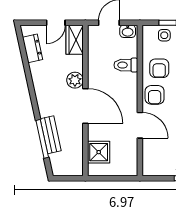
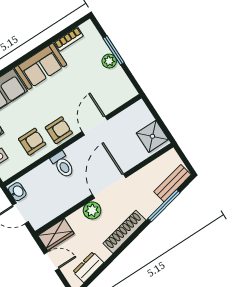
toilet: (126, 65) -> (63, 165), moved
shoe rack: (42, 95) -> (124, 232), added
bench: (51, 135) -> (172, 183), moved
shower: (99, 152) -> (152, 136), moved

